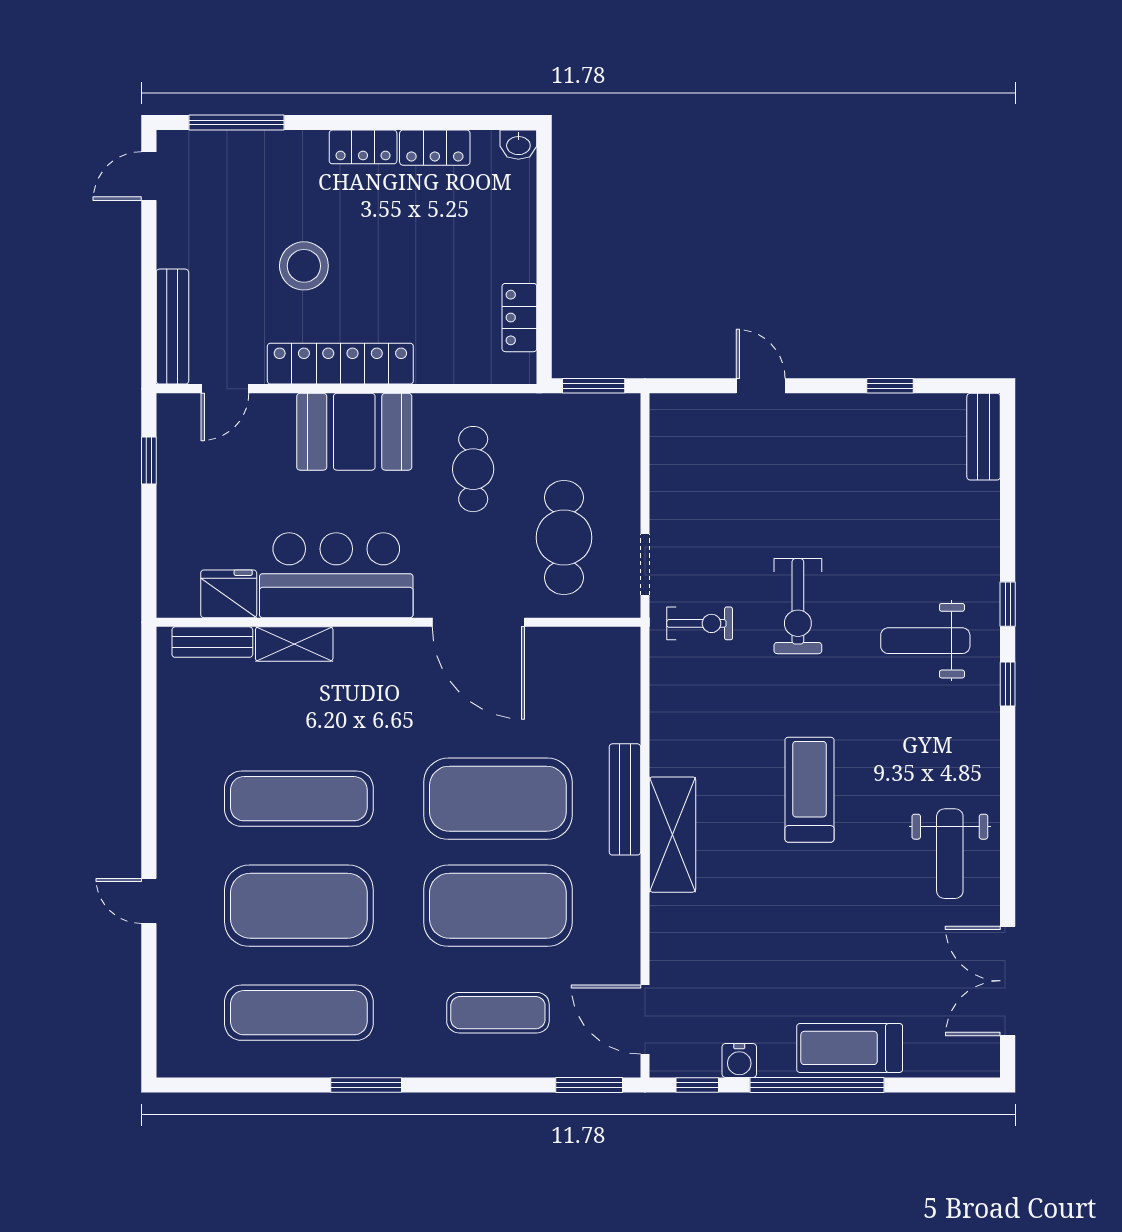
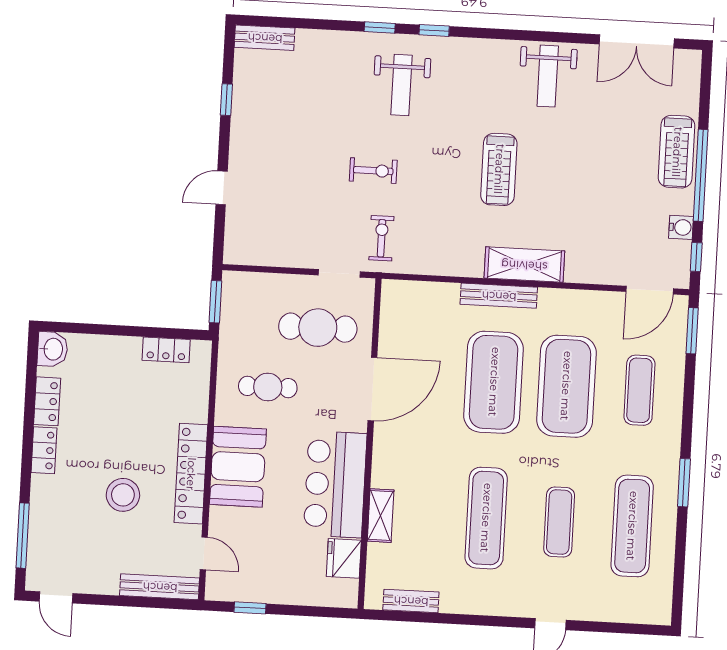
washbasin: (518, 145) -> (52, 349), width x1.38, depth x1.45
exercise bike: (798, 606) -> (373, 171), width x0.73, depth x0.72
bench: (212, 642) -> (411, 601), moved, turned 90
treadmill: (809, 790) -> (499, 169), turned -90
weight bench: (950, 854) -> (548, 76), turned 90
exercise mat: (299, 906) -> (559, 522), width x0.50, depth x0.69

